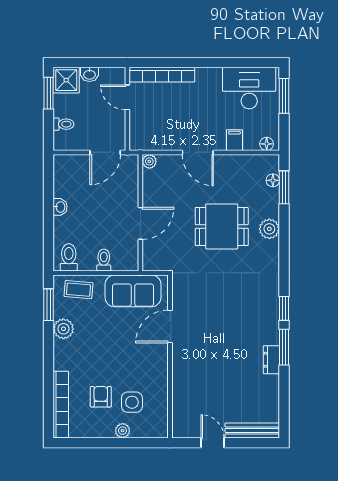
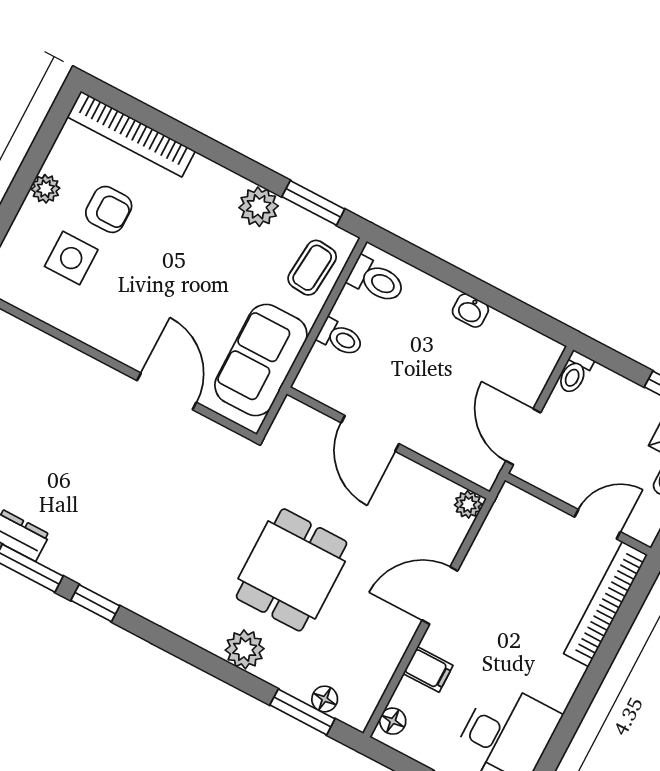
toilet: (64, 124) -> (575, 373), moved
plant: (123, 431) -> (46, 189), moved

